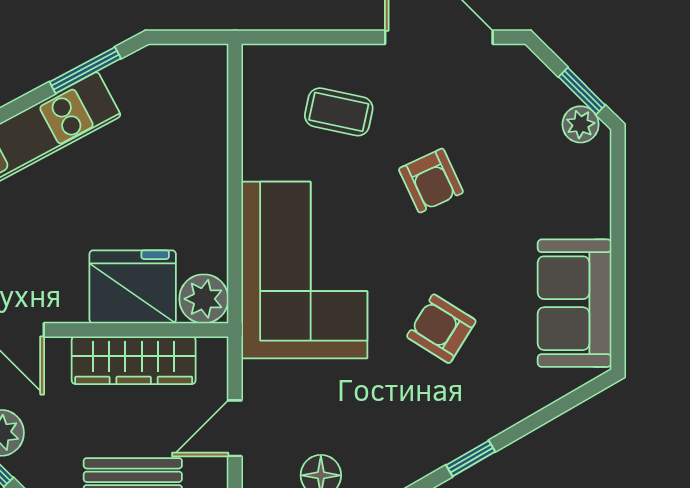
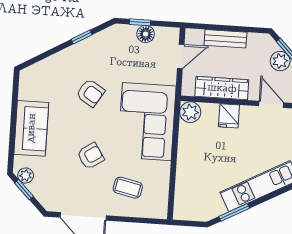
armchair: (431, 181) -> (91, 156), turned 82
fridge: (133, 287) -> (229, 116), width x0.53, depth x0.75
sofa: (575, 303) -> (31, 128), moved

